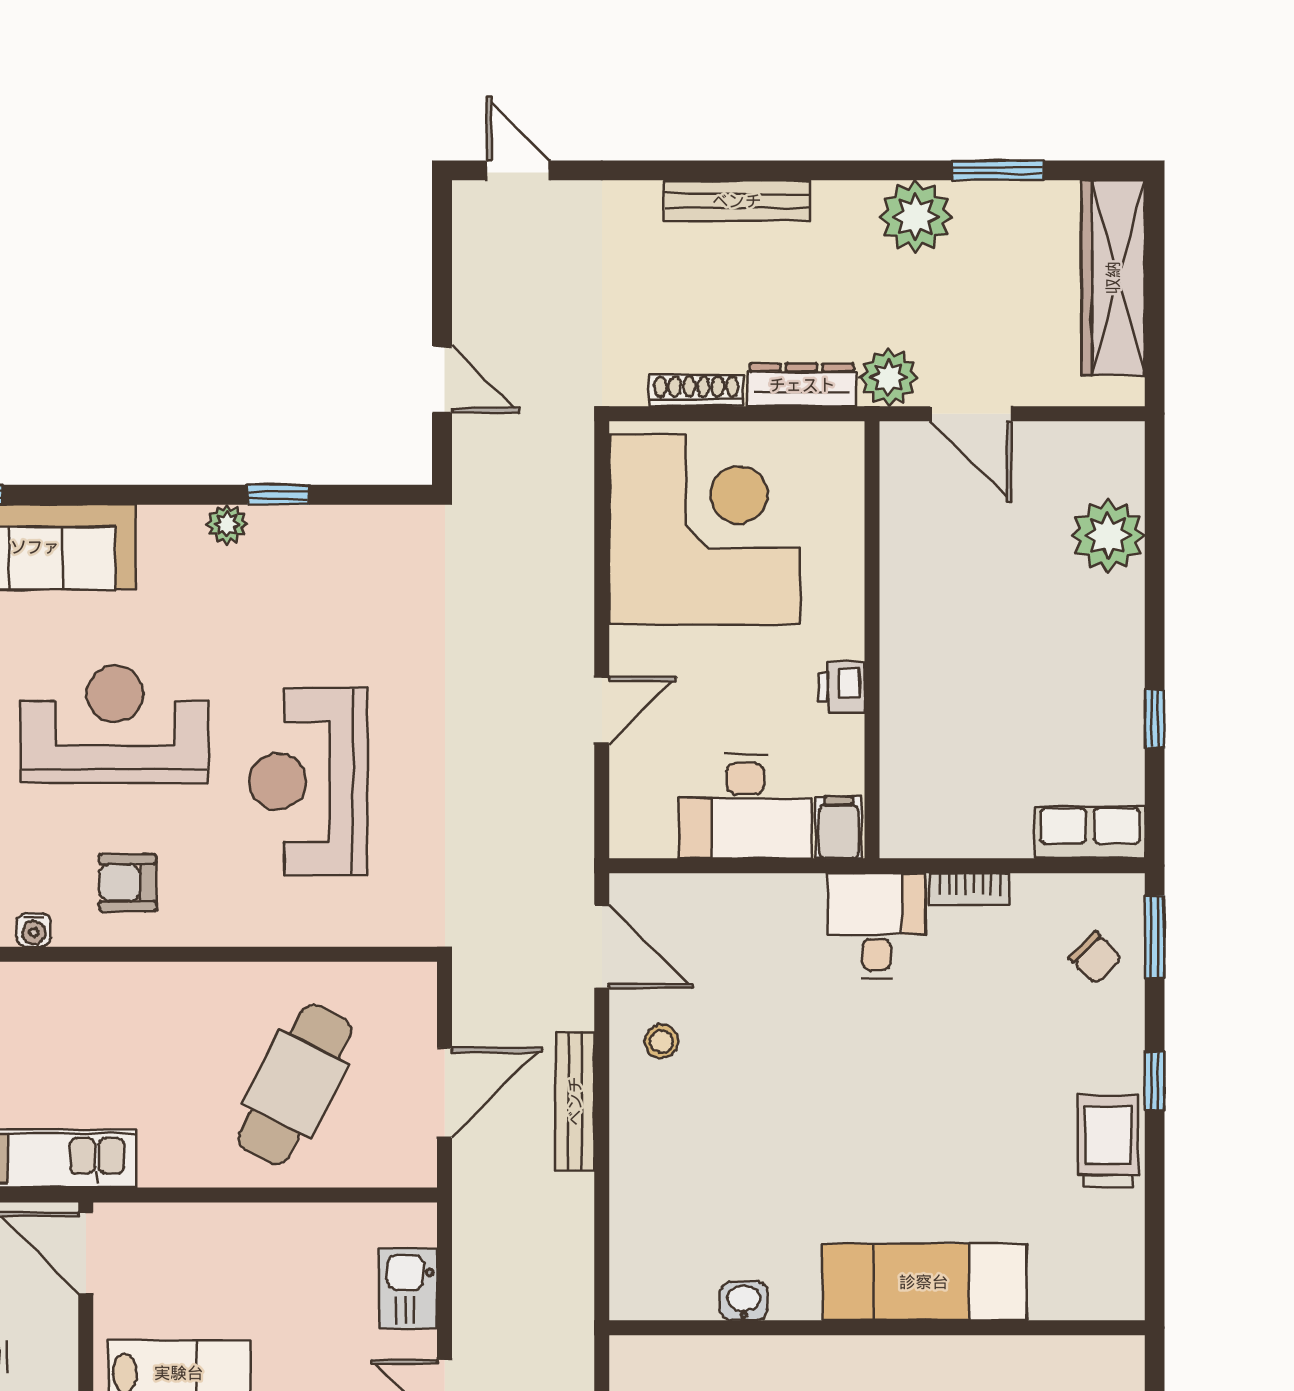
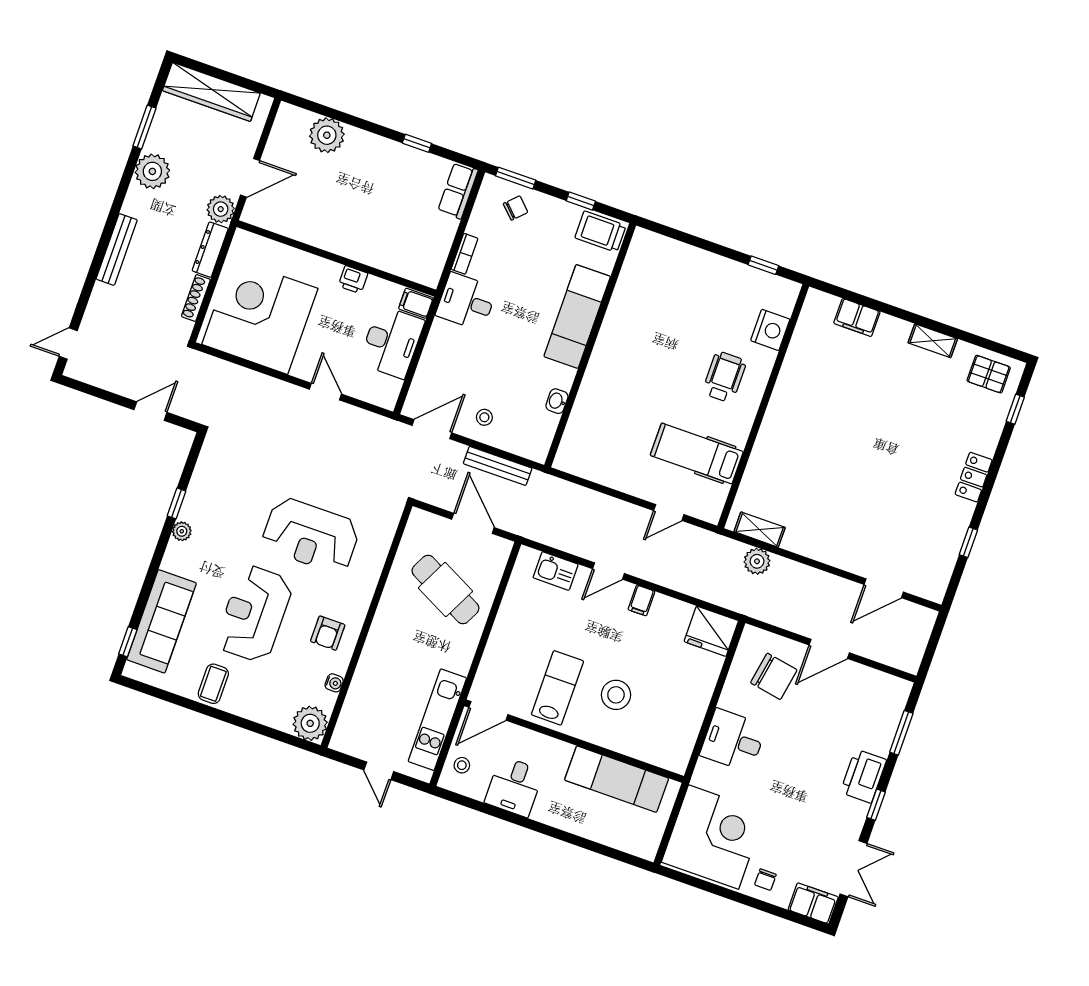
exam couch: (924, 1282) -> (577, 316), moved
washbasin: (744, 1301) -> (557, 401), moved
wall: (877, 1328) -> (590, 345), moved

